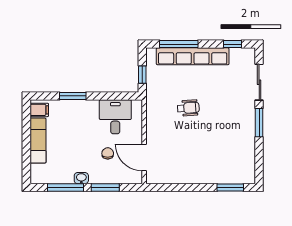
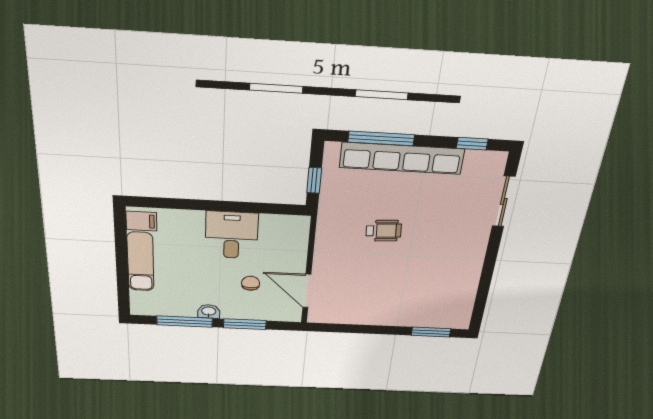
window: (73, 96) -> (197, 205), removed
desk: (115, 117) -> (232, 235), moved
window: (259, 123) -> (491, 256), removed

